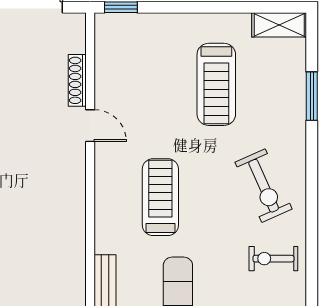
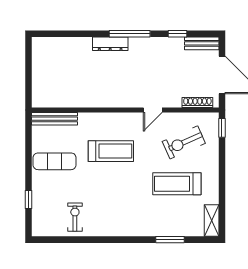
shoe rack: (77, 80) -> (197, 102), moved
exercise bike: (264, 186) -> (184, 142), moved

